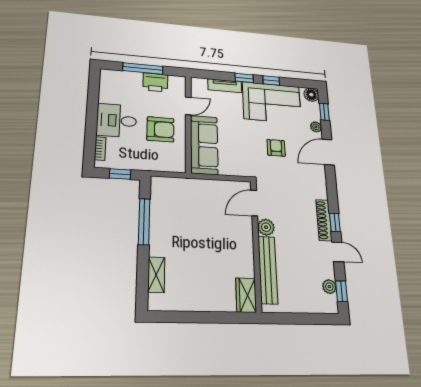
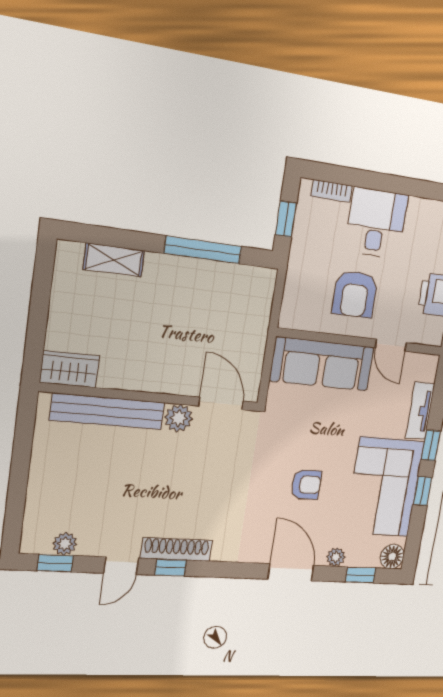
door: (254, 203) -> (221, 404), moved
plant: (266, 227) -> (179, 418), moved
wall: (256, 244) -> (152, 397), moved
bench: (268, 270) -> (108, 411), moved
wardrobe: (246, 295) -> (70, 369), moved

